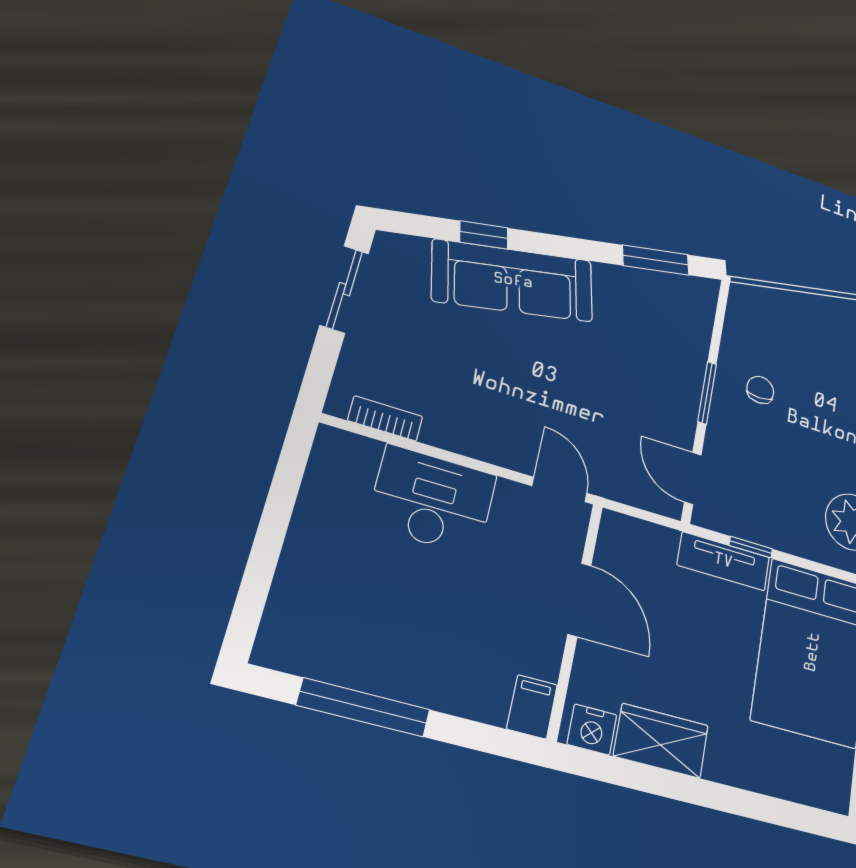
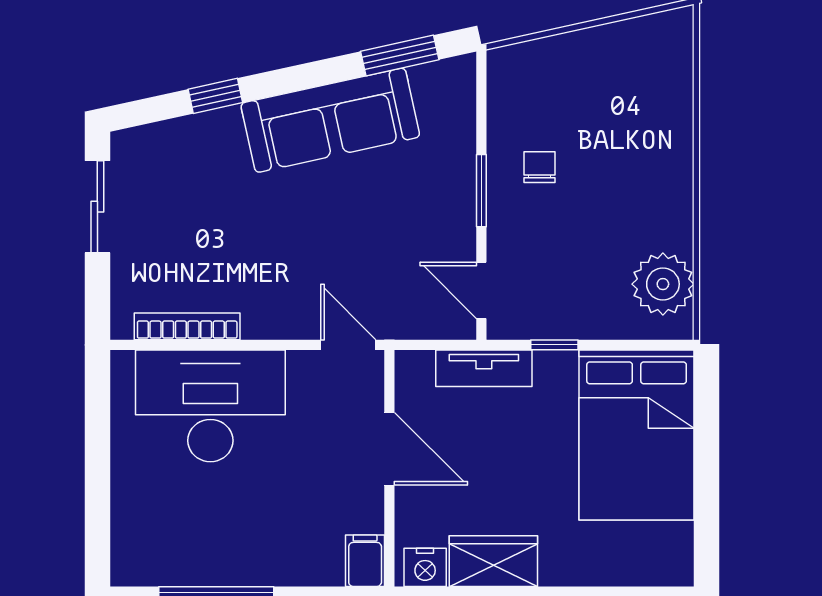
sofa: (513, 281) -> (330, 120), moved
bookcase: (385, 418) -> (187, 326), width x1.56
desk: (432, 500) -> (210, 406), width x1.36, depth x1.30
tv unit: (723, 561) -> (484, 368), moved

